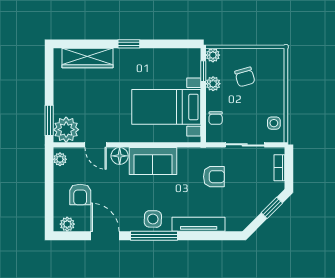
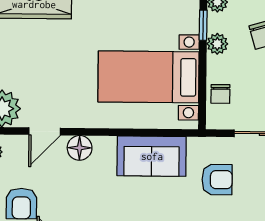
door: (96, 145) -> (45, 131), hinge flipped
sofa: (153, 161) -> (152, 156), moved

